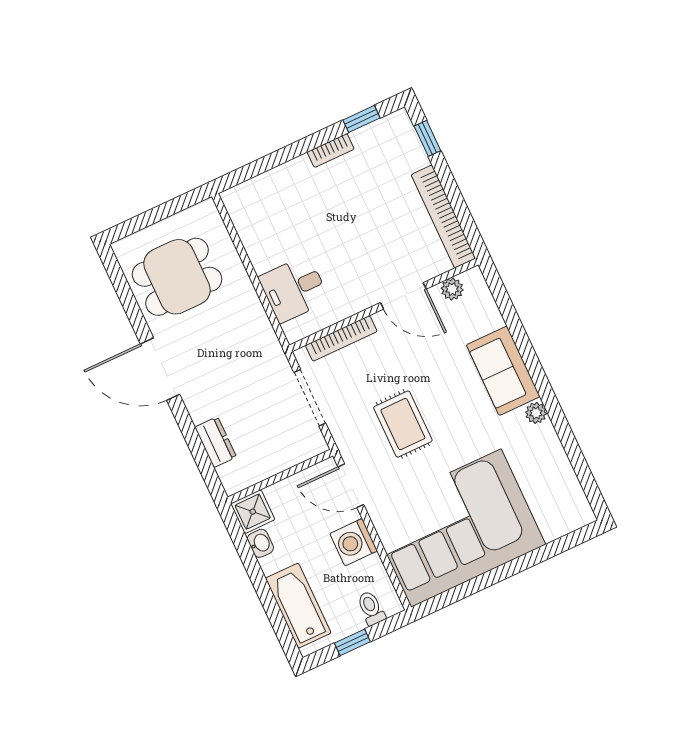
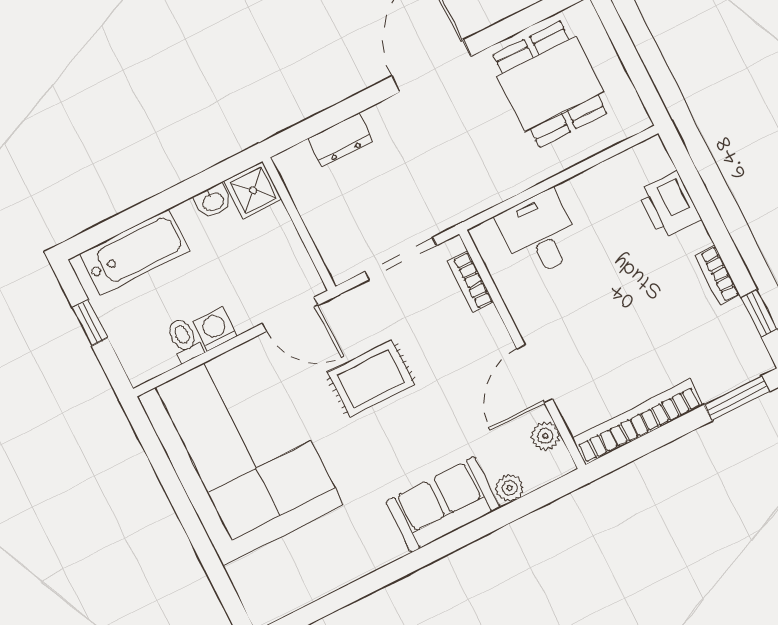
window: (427, 138) -> (737, 398), width x1.50
printer: (275, 187) -> (669, 205), added
bookcase: (341, 338) -> (470, 282), width x0.64
plant: (536, 413) -> (509, 488), moved
door: (351, 486) -> (290, 314), swing flipped
washing machine: (354, 542) -> (215, 329), width x0.73, depth x0.73
toilet: (371, 608) -> (184, 340), moved, turned -90

